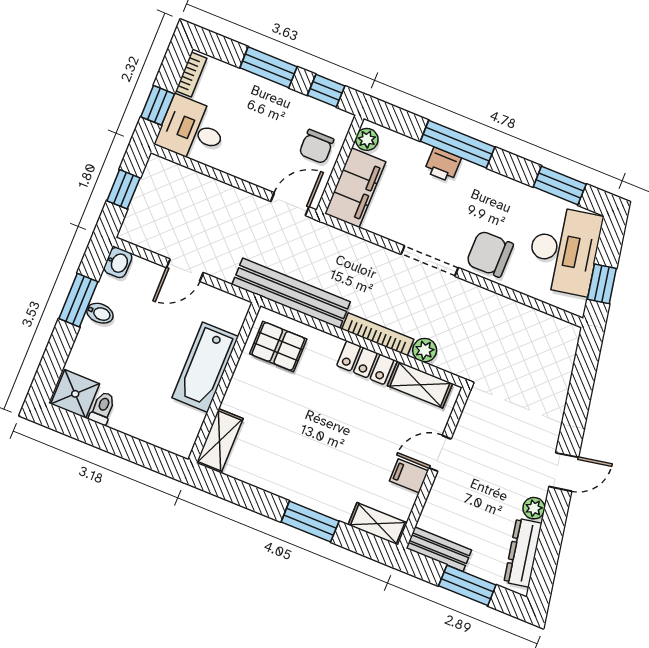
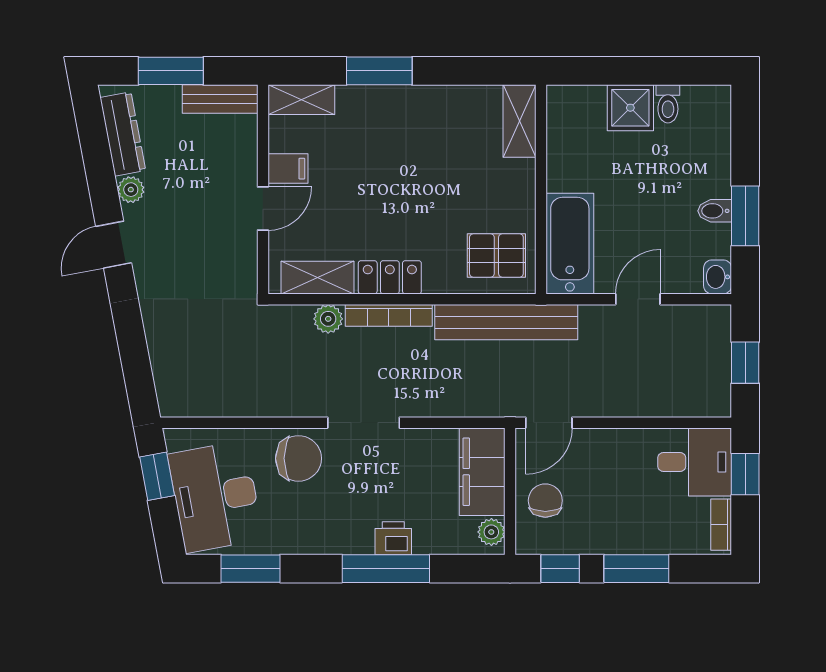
bathtub: (205, 367) -> (570, 244), moved
shower: (75, 394) -> (630, 108), moved

